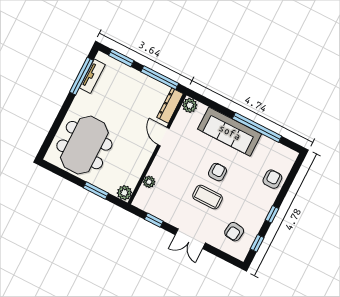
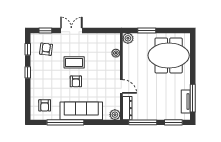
meeting table: (84, 145) -> (169, 55), turned 90
armchair: (272, 179) -> (45, 105), moved
window: (154, 220) -> (45, 31), moved

